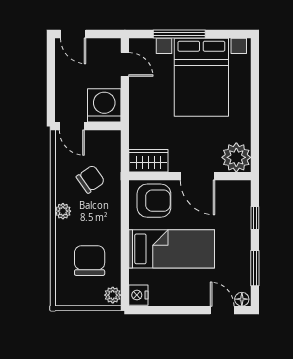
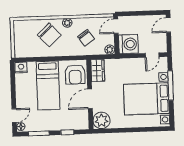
chair: (90, 261) -> (49, 35), moved, turned 47
plant: (113, 295) -> (110, 50), moved

